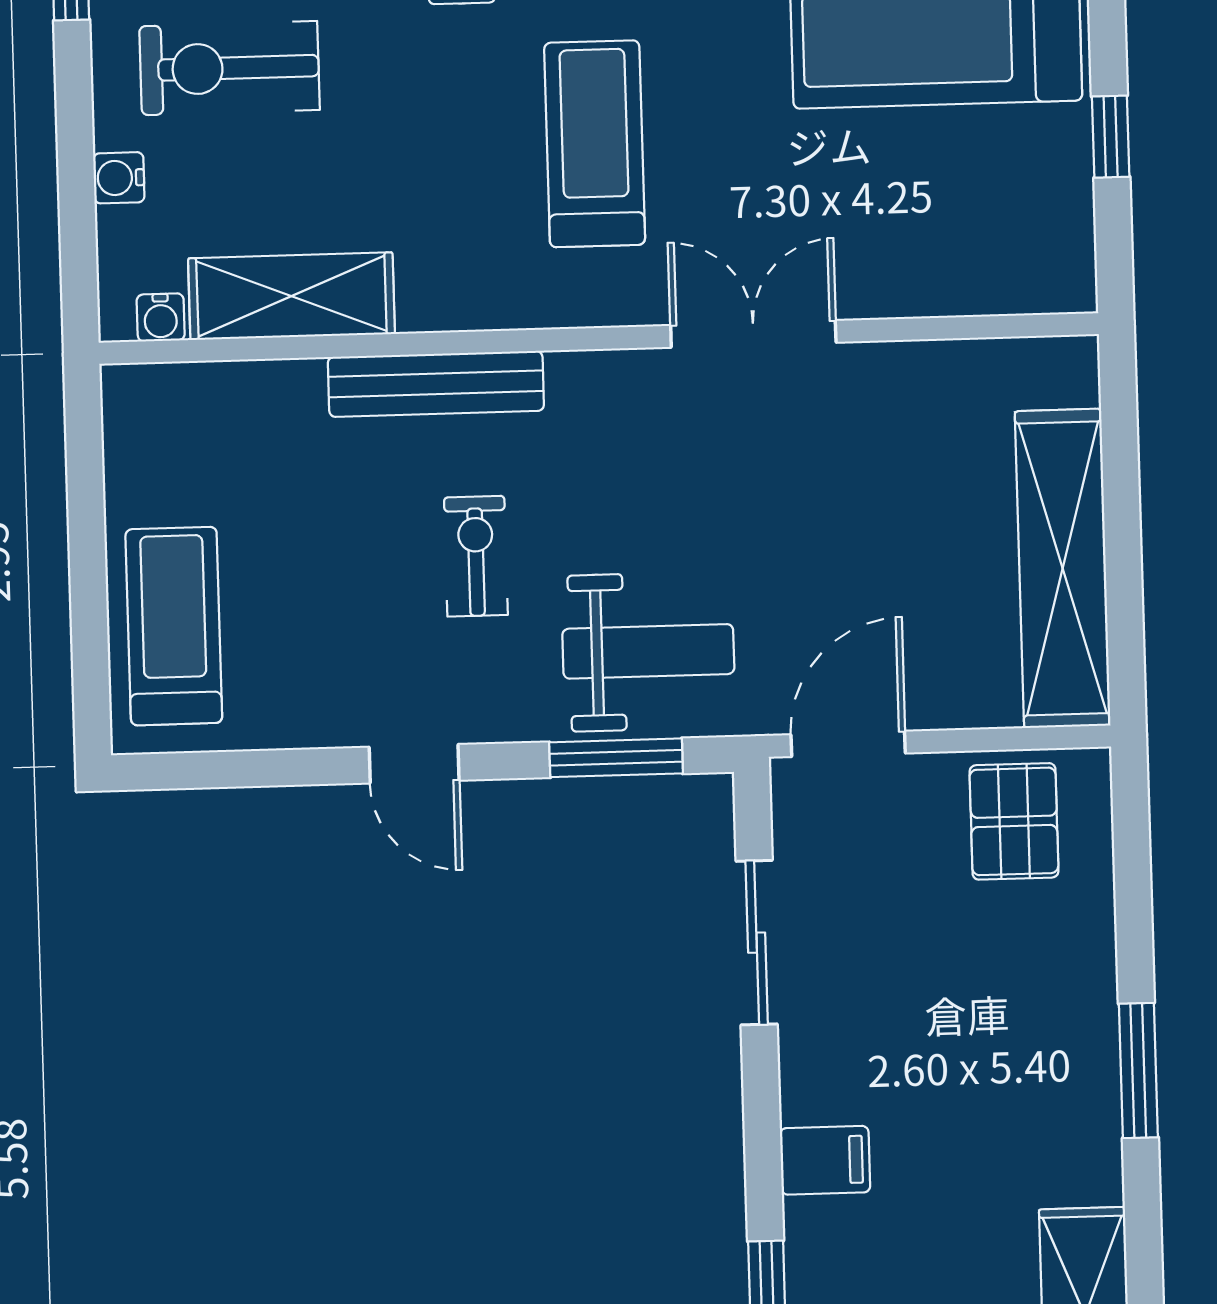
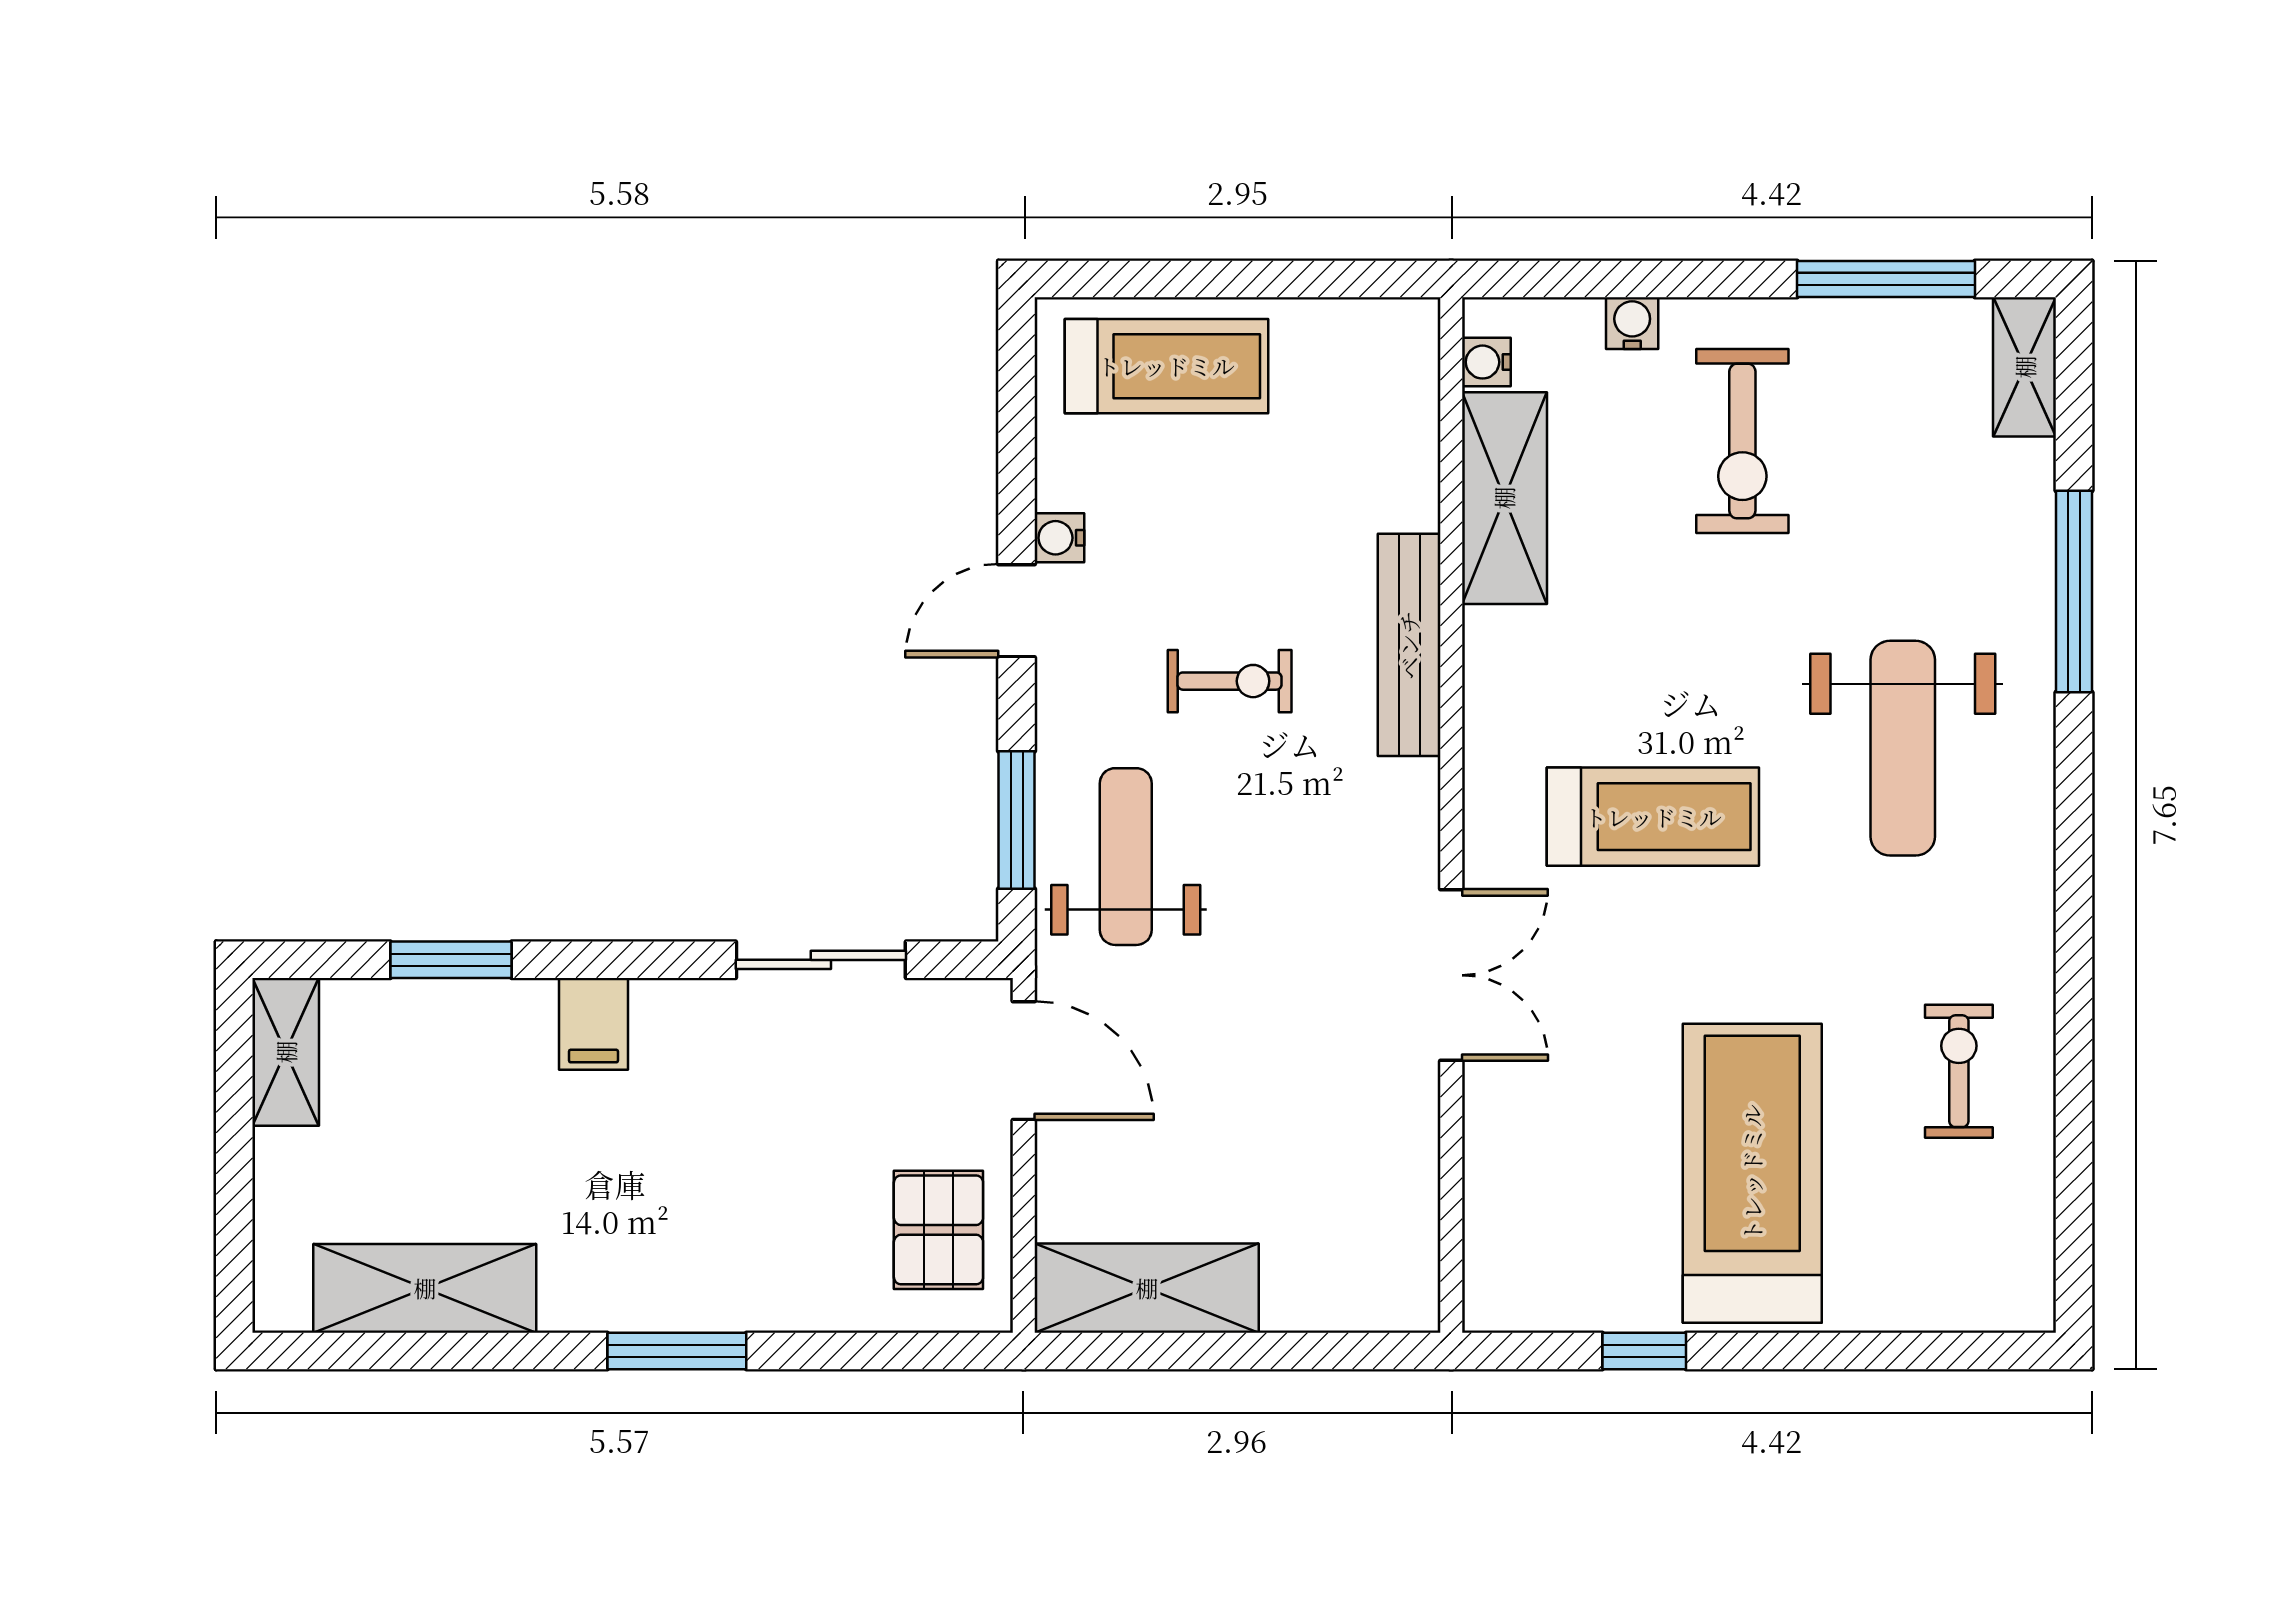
exercise bike: (230, 68) -> (1742, 441), turned 180
shelving: (1063, 568) -> (1147, 1288), width x0.68
weight bench: (648, 651) -> (1126, 857), turned 180
water cooler: (342, 725) -> (1059, 538), added
pallet: (1014, 821) -> (938, 1230), turned 90

